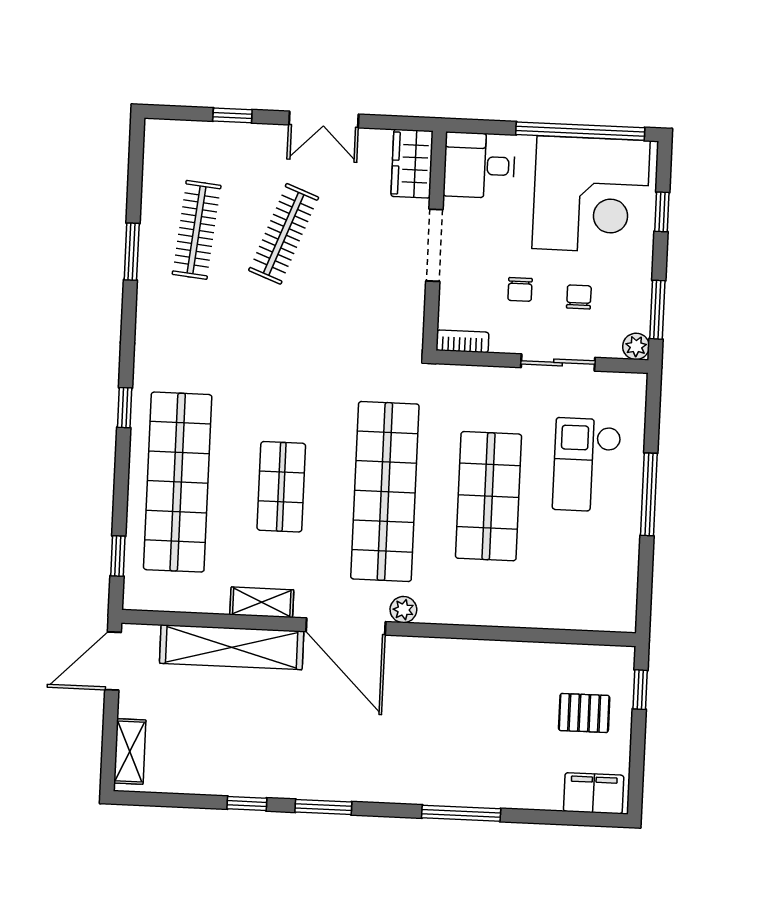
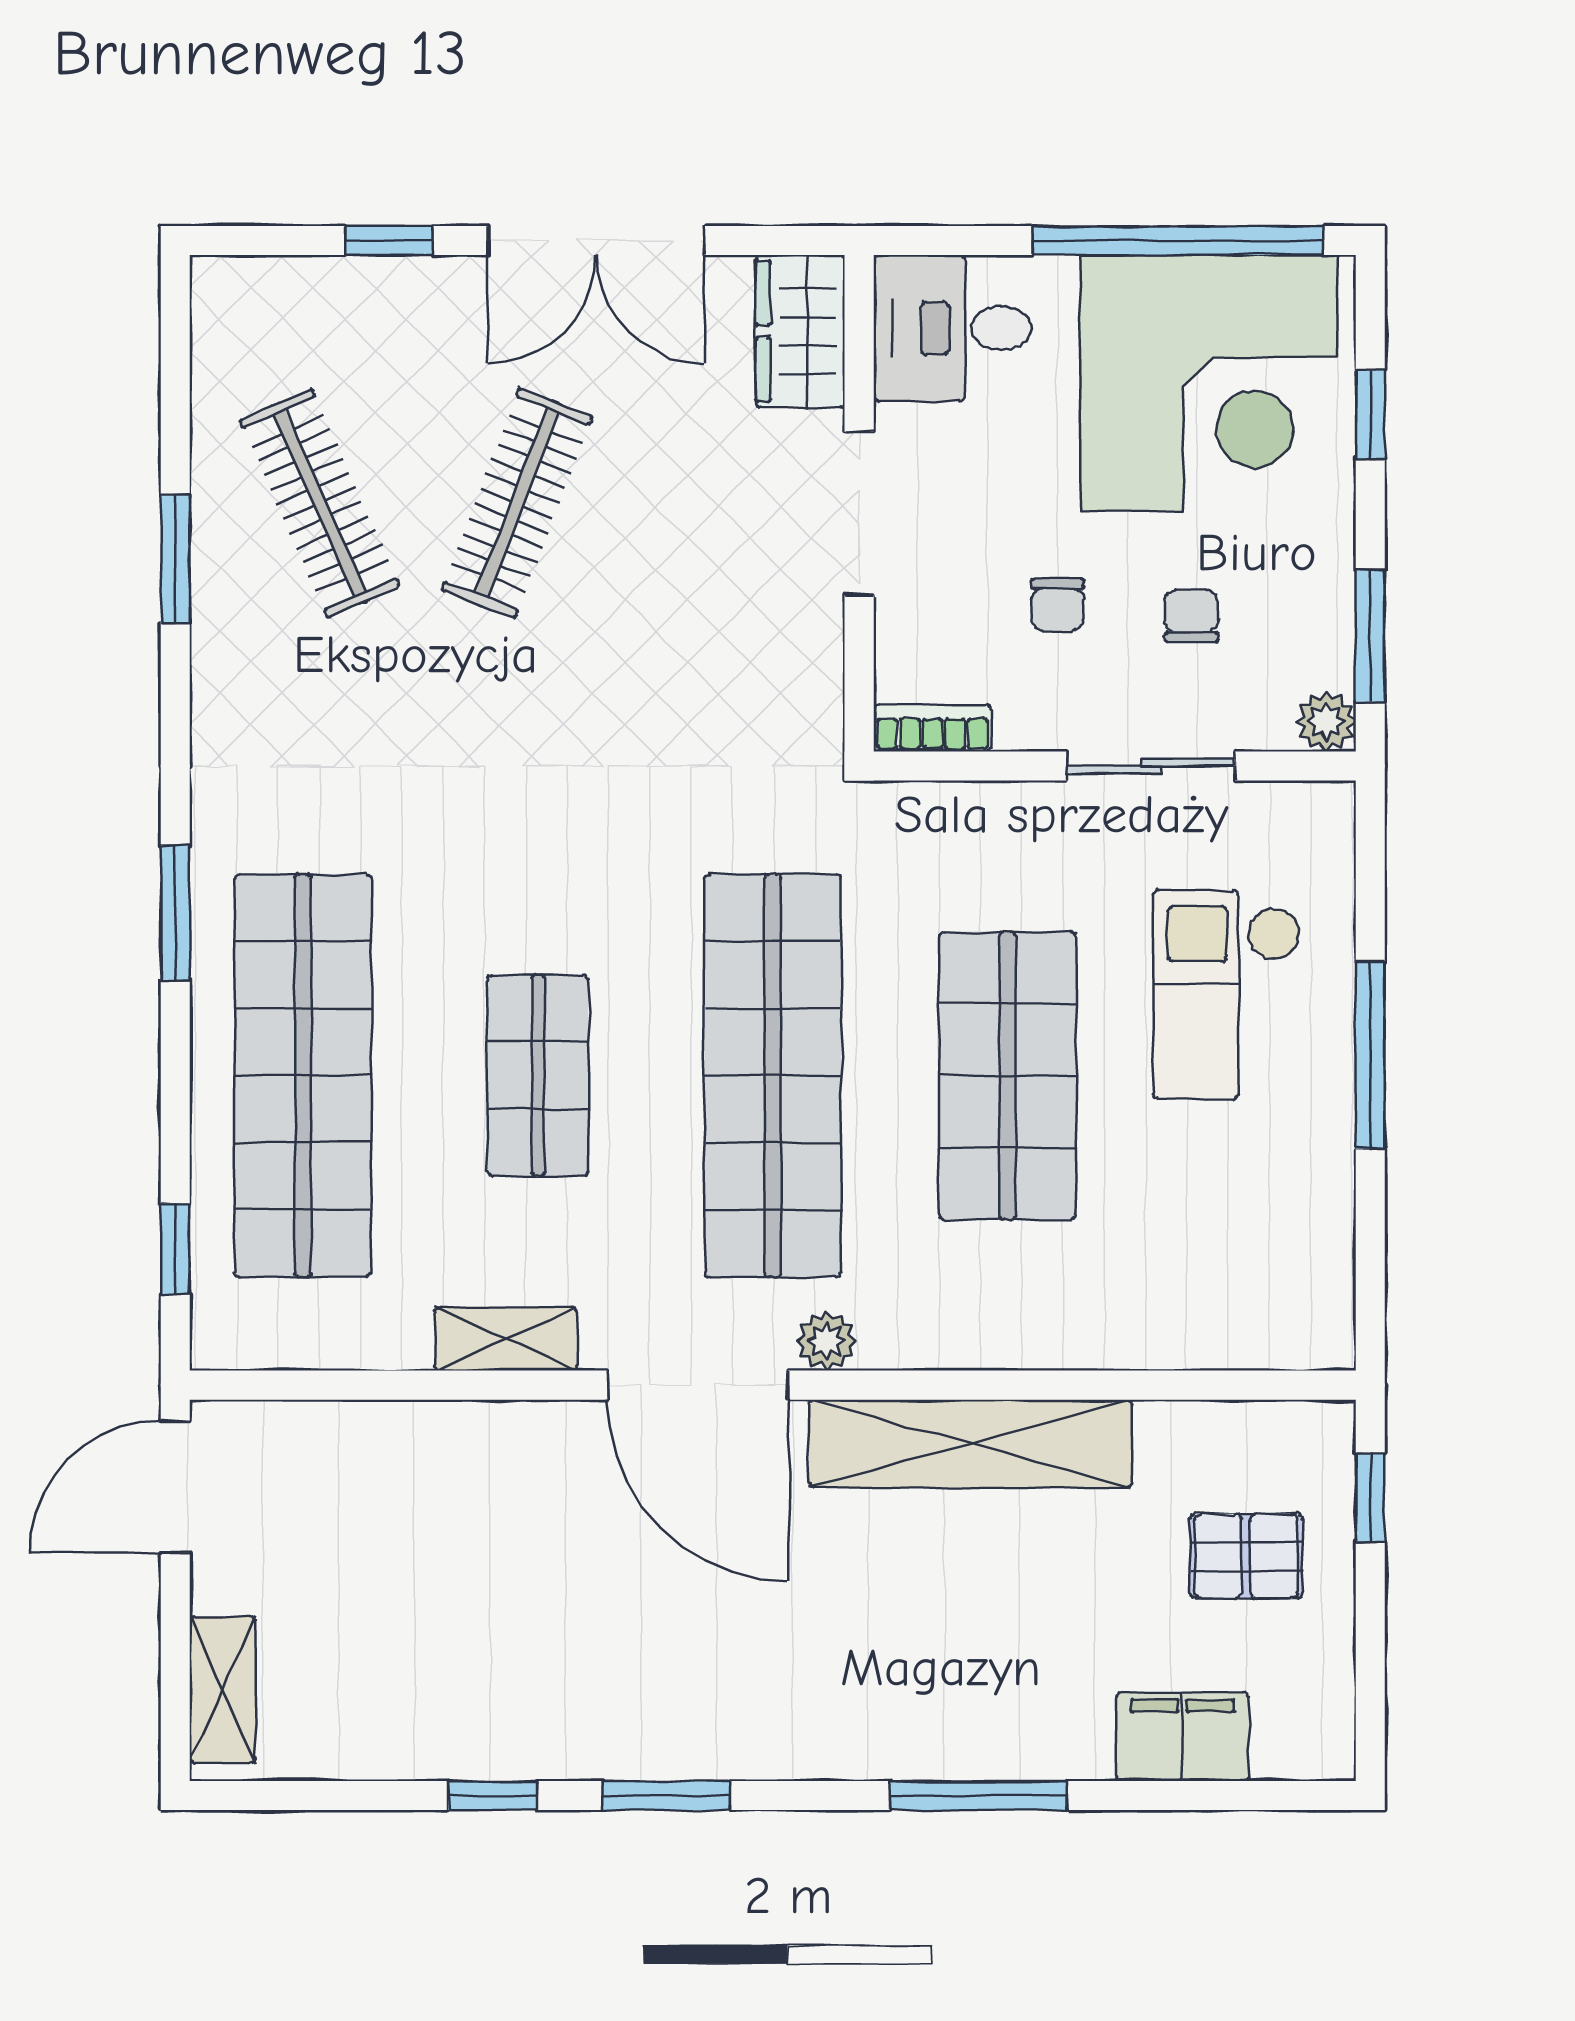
double door: (324, 119) -> (596, 240), width x1.37
clothes rail: (197, 230) -> (320, 503), turned -30
window: (125, 408) -> (175, 913), width x1.50
shelving: (232, 647) -> (970, 1444), moved
filing cabinet: (594, 793) -> (1182, 1737), moved

